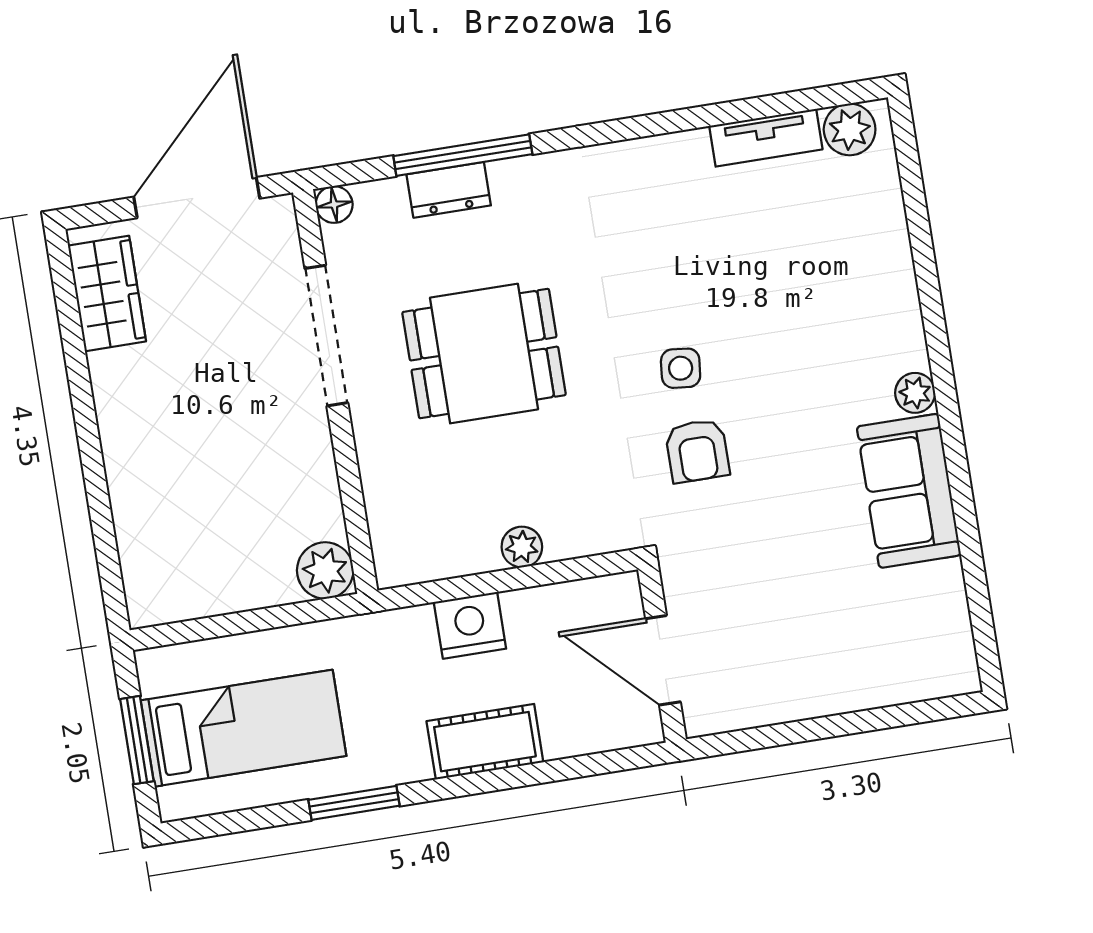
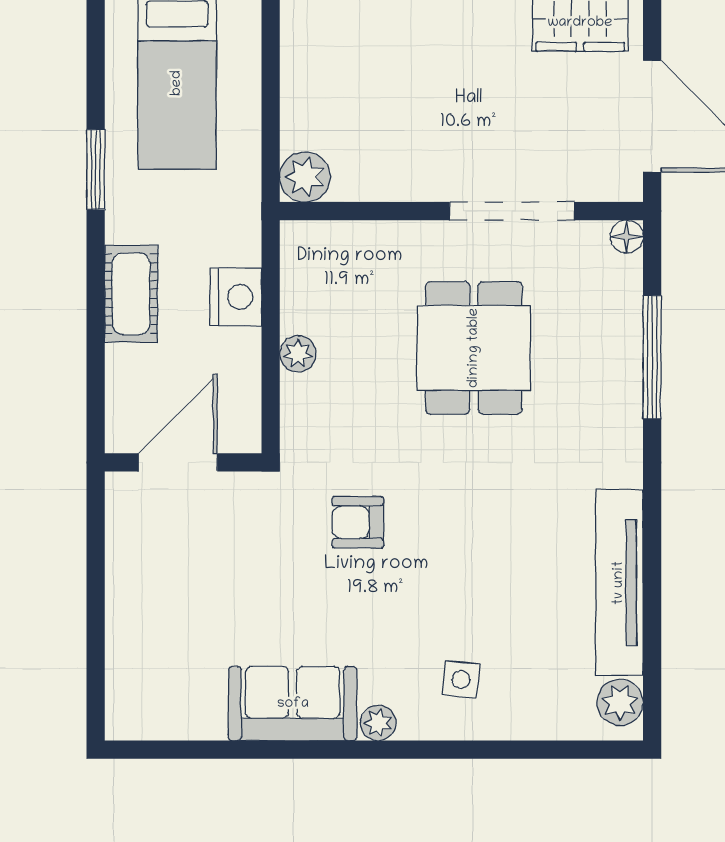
tv unit: (766, 138) -> (619, 583), width x1.92, depth x1.29
dresser: (449, 190) -> (623, 340), removed
side table: (681, 368) -> (461, 680), moved

